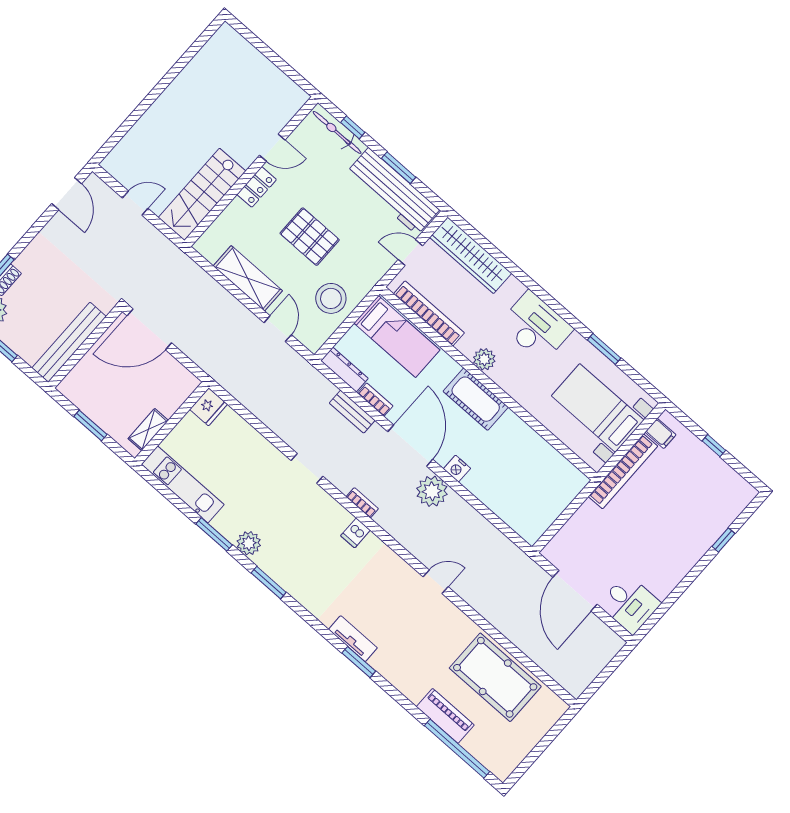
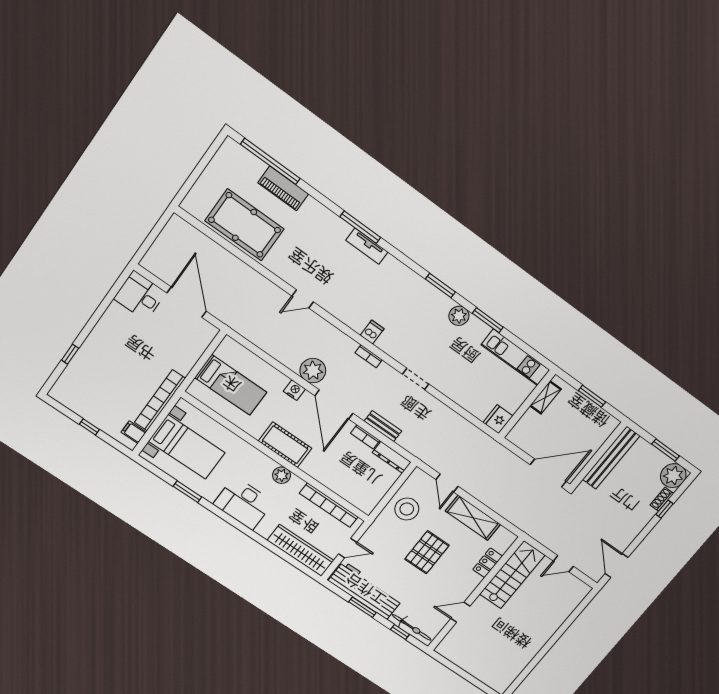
locker: (257, 187) -> (488, 563), moved
pallet: (310, 237) -> (427, 552), turned 90
bed: (397, 336) -> (231, 385), moved, turned 180
window: (359, 662) -> (360, 227), width x1.44

